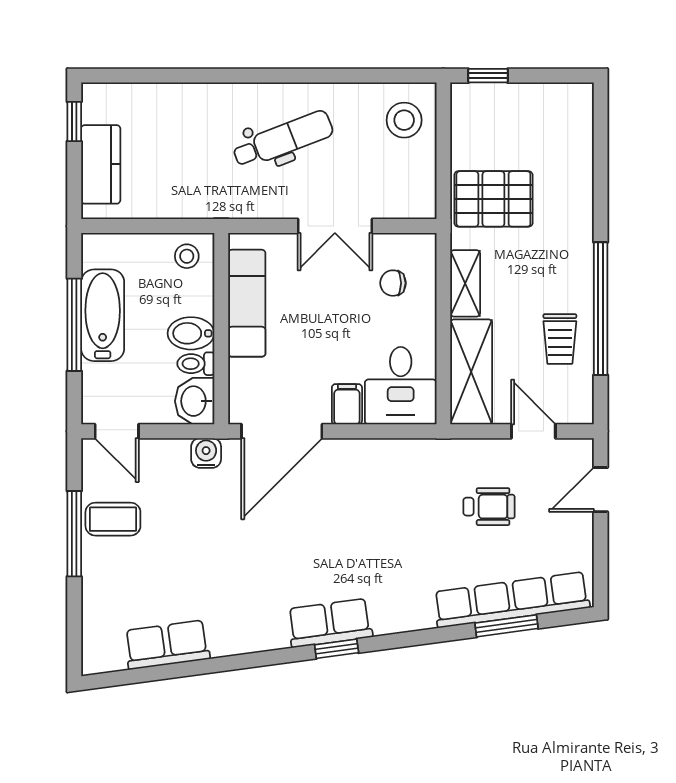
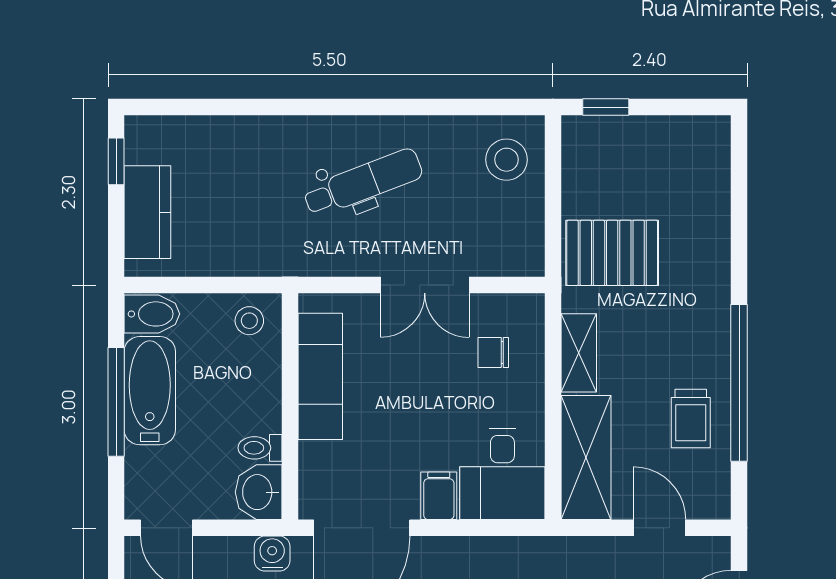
bidet: (191, 333) -> (152, 314), moved, turned 180

